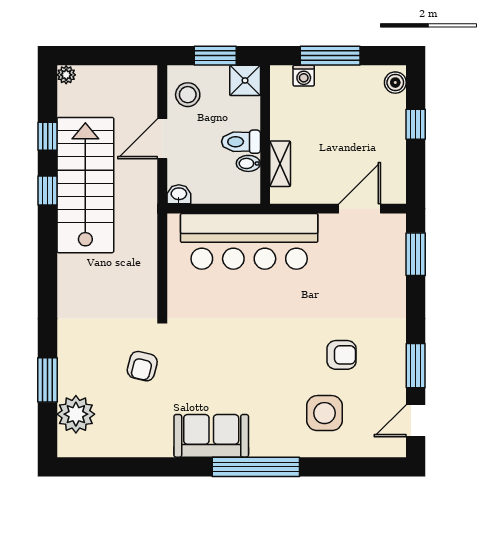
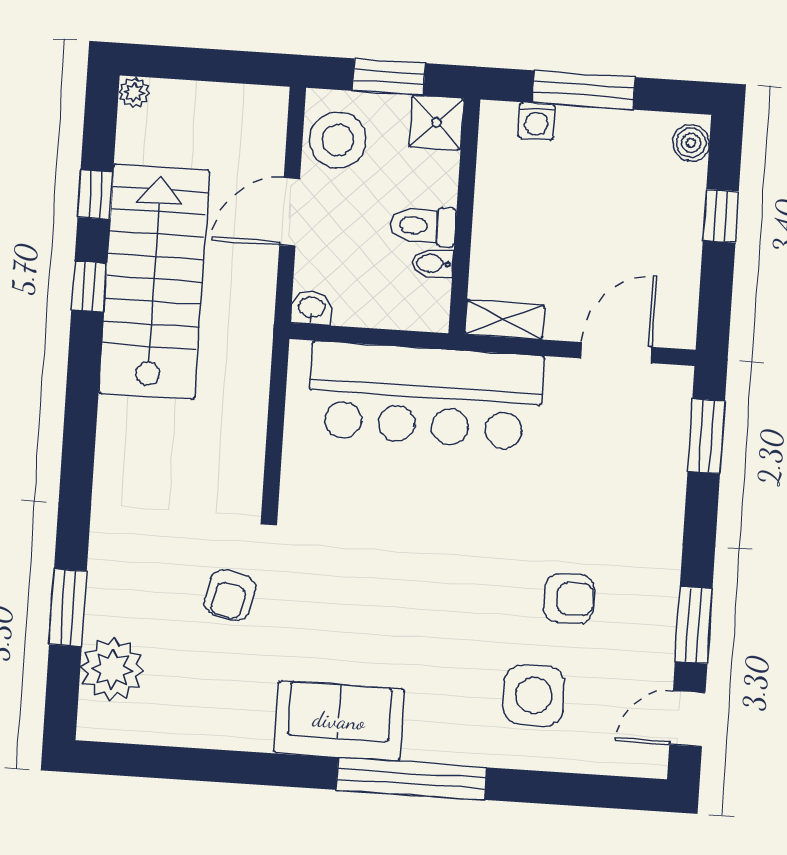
stool: (188, 95) -> (338, 140), width x1.38, depth x1.38
shelving: (280, 164) -> (505, 320), moved, turned 90

